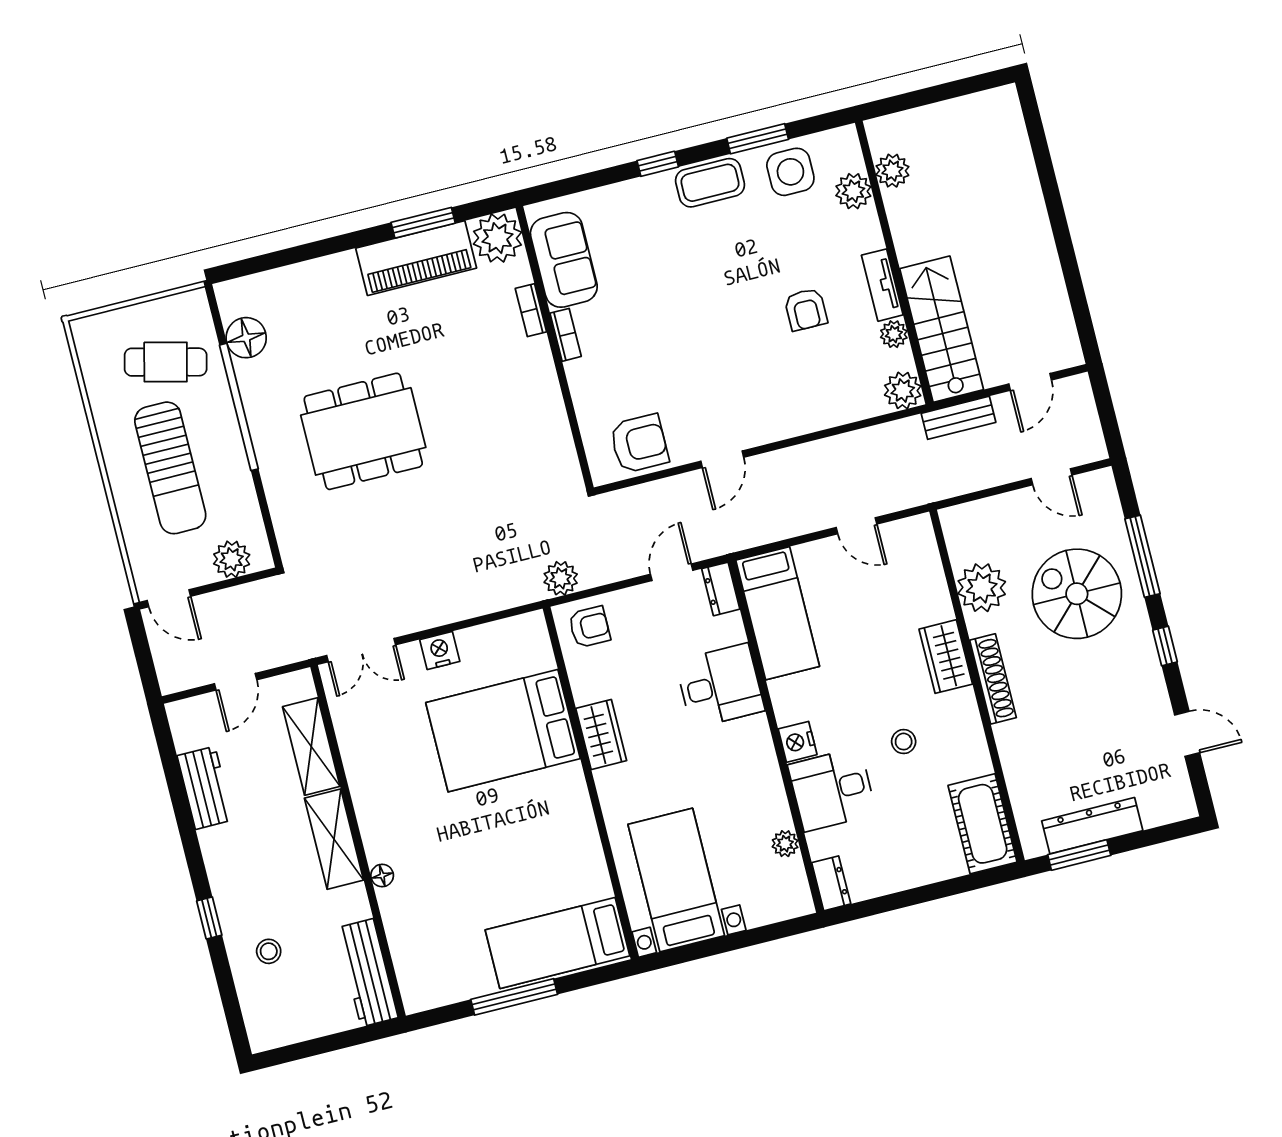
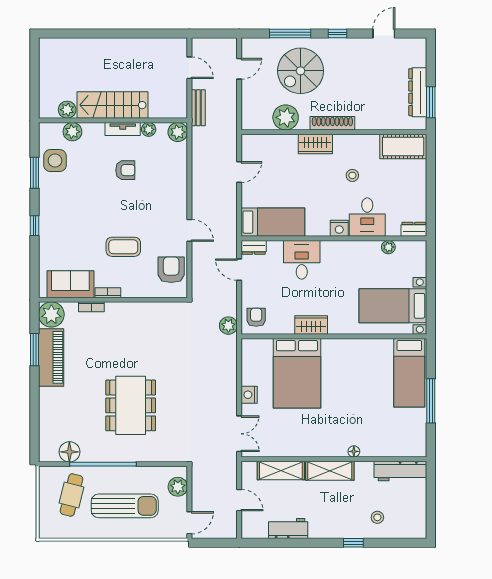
coffee table: (710, 183) -> (123, 247), moved, turned 90
stairs: (942, 329) -> (113, 105), moved

